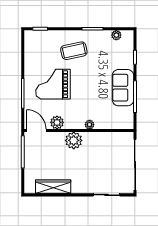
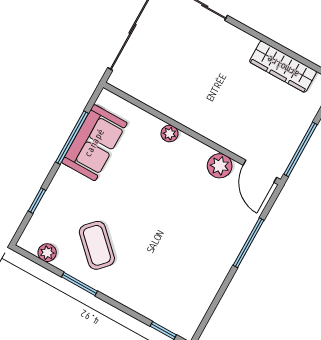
coffee table: (74, 51) -> (97, 245), moved, turned 56
grand piano: (53, 84) -> (192, 231), removed
sofa: (123, 88) -> (94, 143), moved
plant: (74, 140) -> (209, 122), removed

